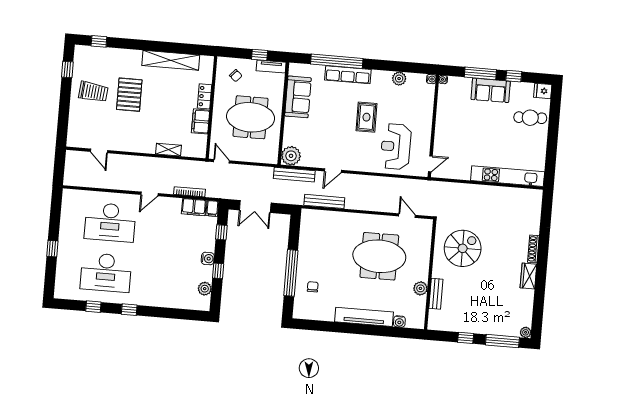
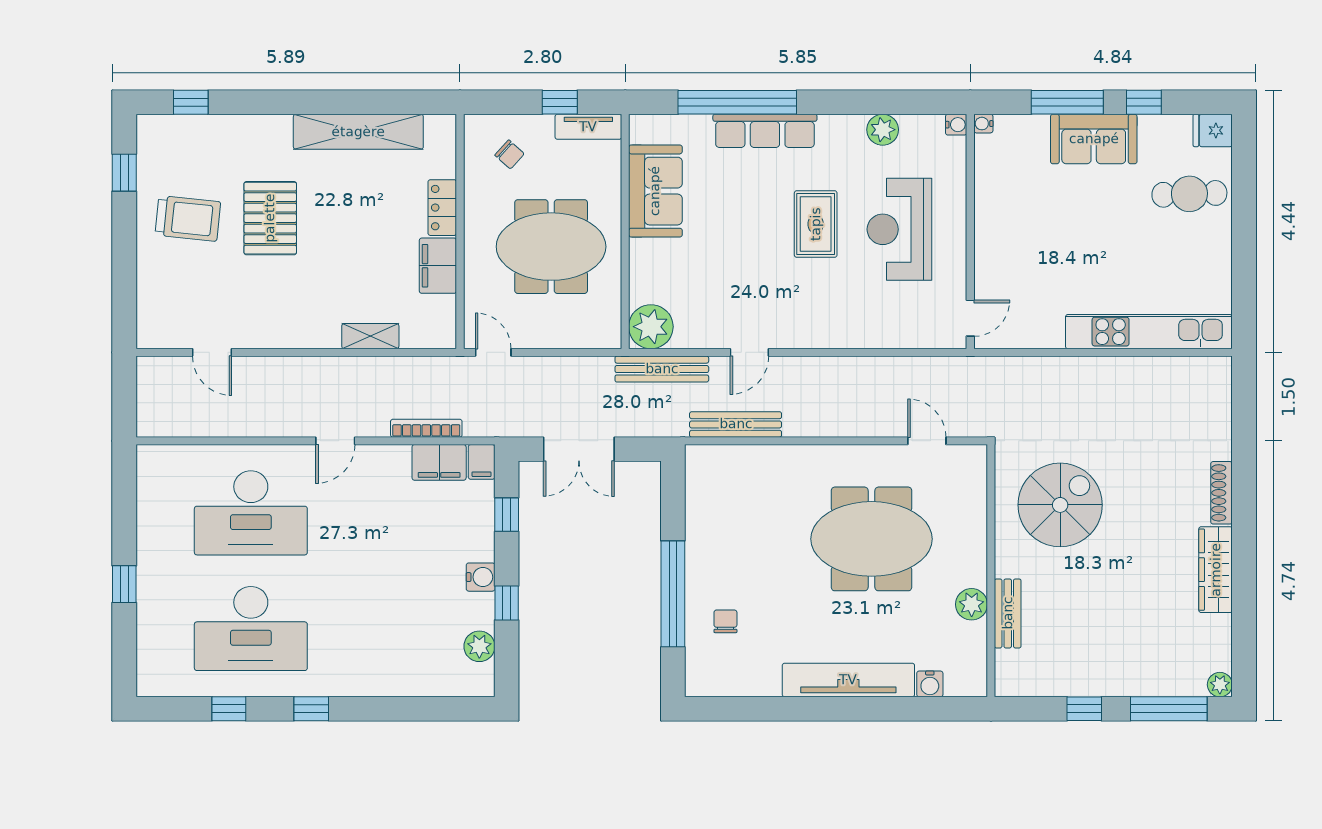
reception desk: (396, 147) -> (899, 229), moved
wardrobe: (528, 276) -> (1216, 570), width x1.50

